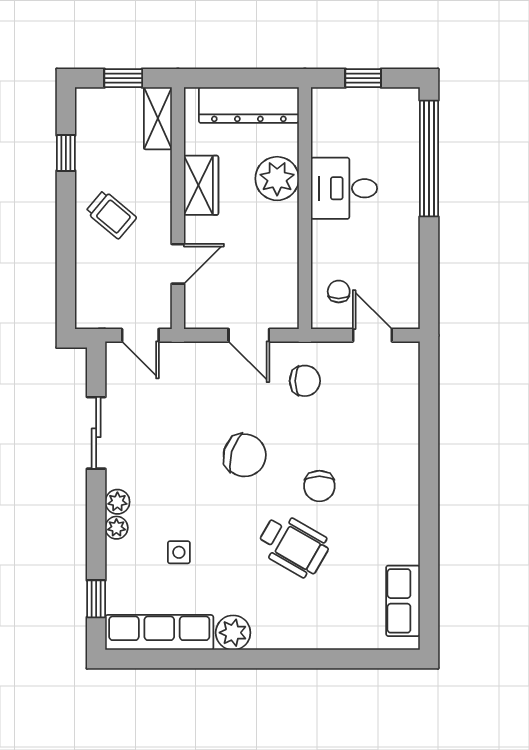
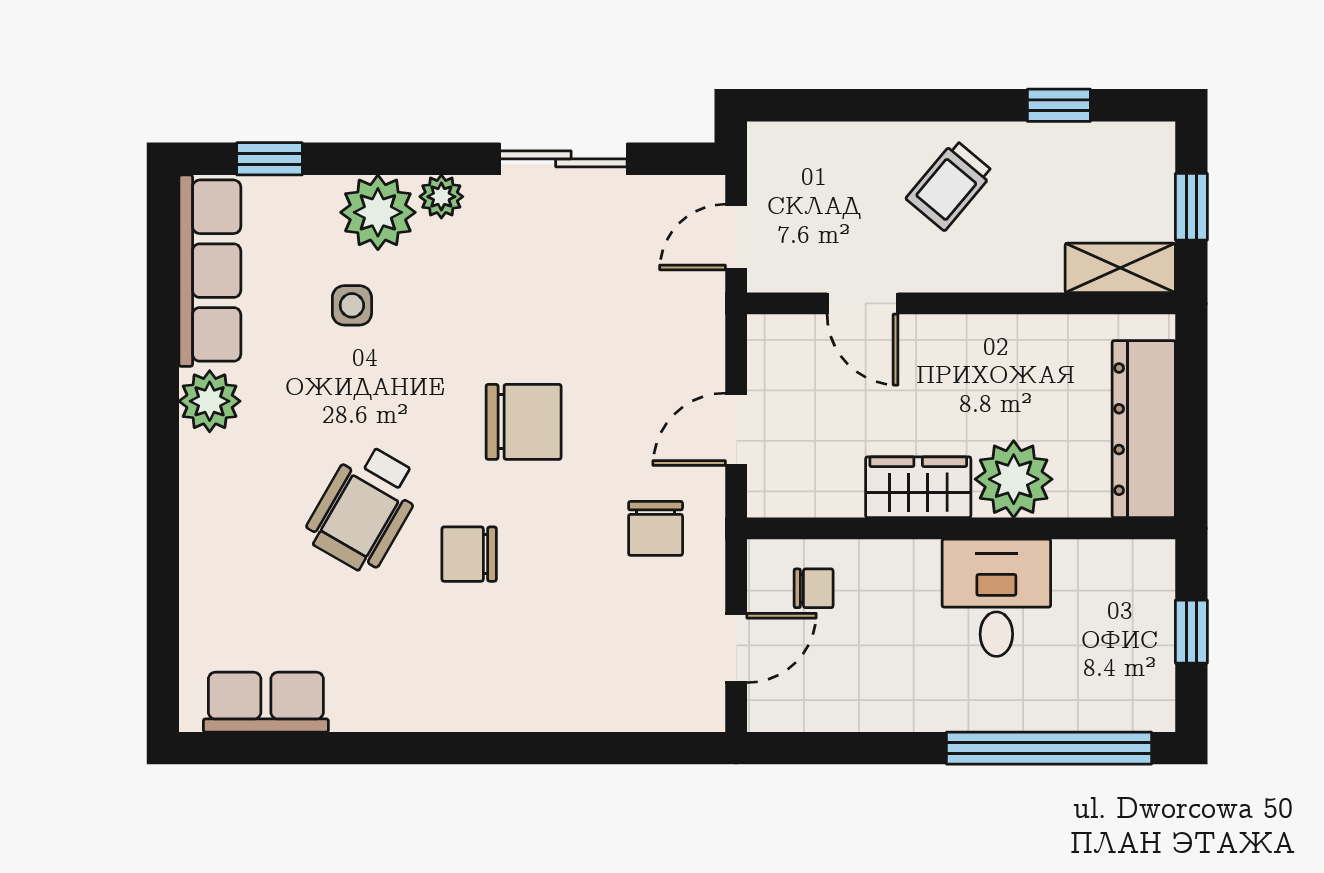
wardrobe: (201, 185) -> (918, 487), moved, turned 180
chair: (245, 455) -> (524, 422), turned -107
plant: (116, 528) -> (378, 212), width x1.88, depth x1.88

